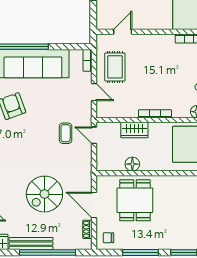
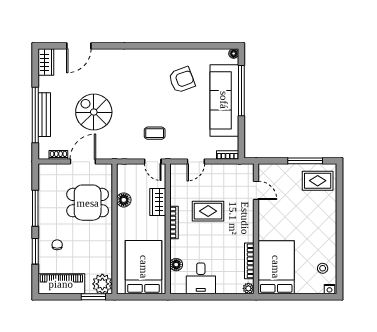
rug: (115, 67) -> (208, 211), moved
door: (94, 135) -> (153, 162), swing flipped
chair: (109, 238) -> (57, 245), moved
bench: (31, 244) -> (44, 115), moved

